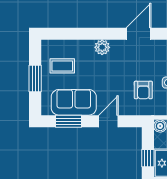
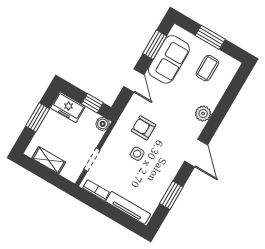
window: (148, 158) -> (92, 103), moved

